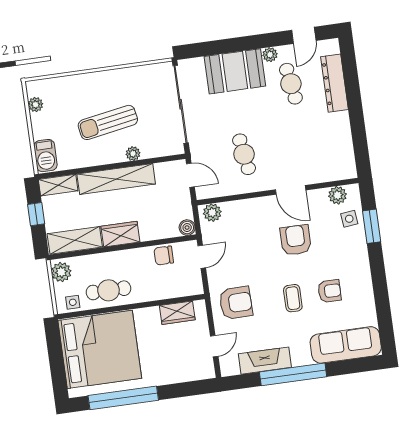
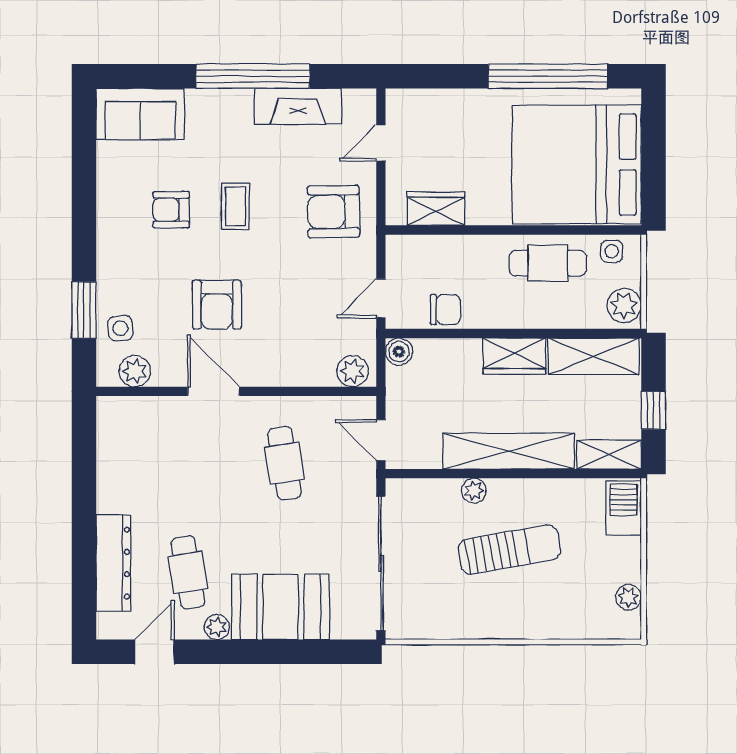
sofa: (346, 345) -> (140, 114), width x0.73

